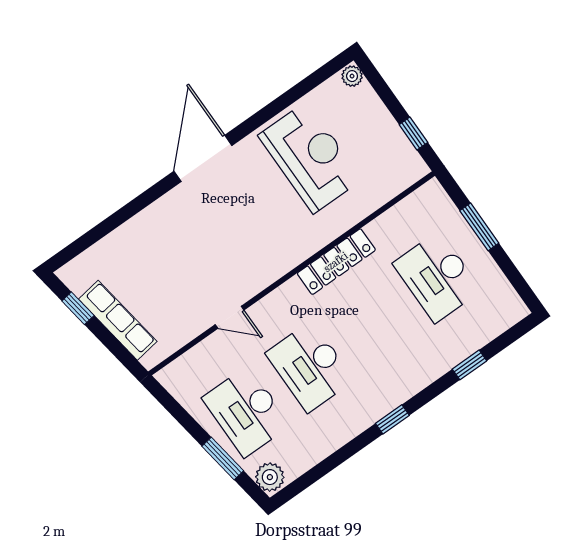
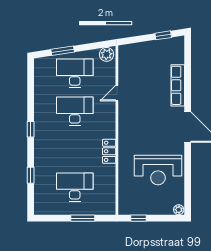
locker: (336, 262) -> (109, 151), width x0.66
row of seats: (118, 320) -> (178, 85), moved, turned 99
plant: (270, 477) -> (107, 54), moved

